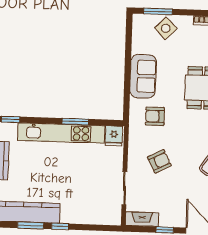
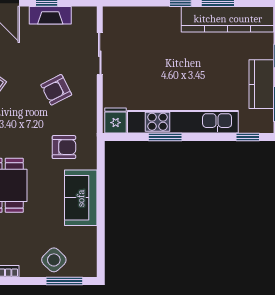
fireplace: (142, 219) -> (50, 15), moved

